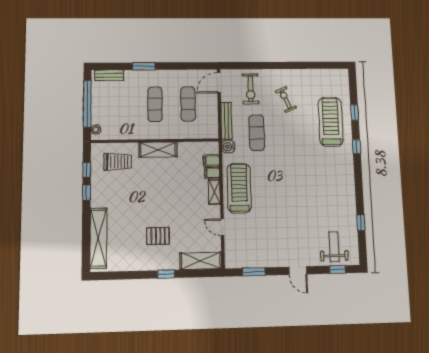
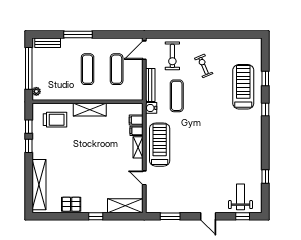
window: (144, 66) -> (78, 35), width x1.44
pallet: (158, 236) -> (71, 204), moved

